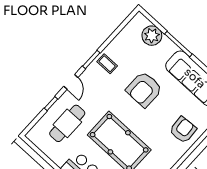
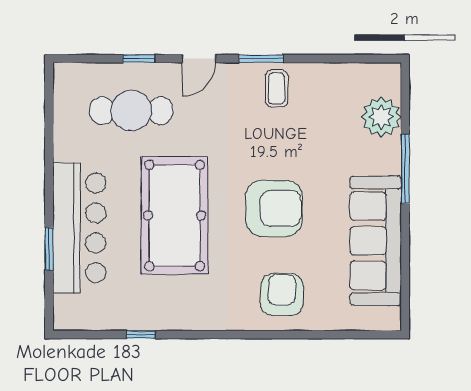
armchair: (144, 89) -> (274, 208), moved, turned 180
armchair: (183, 130) -> (282, 295), turned -84

